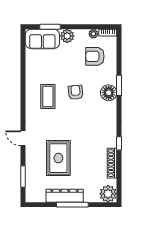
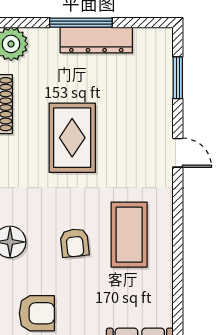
coffee table: (48, 96) -> (129, 235), width x1.36, depth x1.32
rug: (58, 158) -> (72, 138), moved

